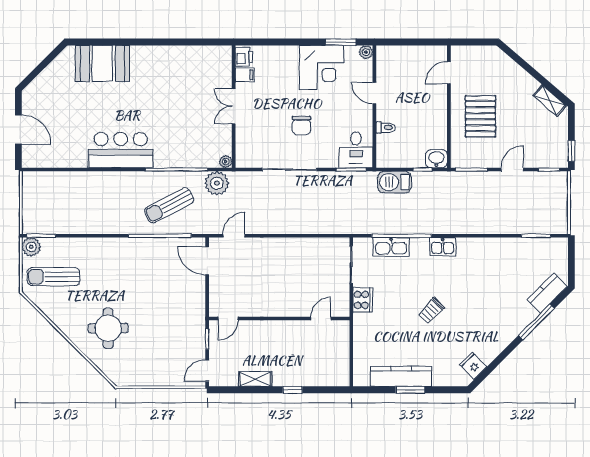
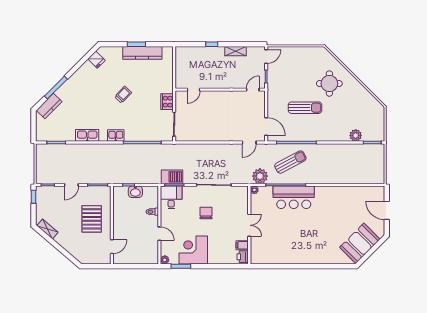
booth: (102, 63) -> (360, 243), moved, turned -45
bar counter: (121, 150) -> (294, 197), moved
washbasin: (436, 159) -> (135, 192), moved
barbecue: (394, 182) -> (172, 177), moved
plant: (31, 247) -> (356, 135), moved
kitchen sink: (391, 247) -> (87, 135), moved
sun lounger: (54, 277) -> (305, 108), moved

